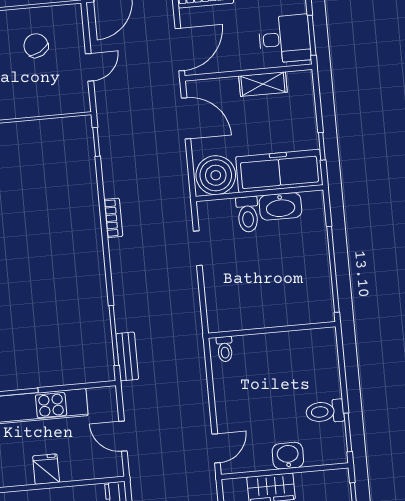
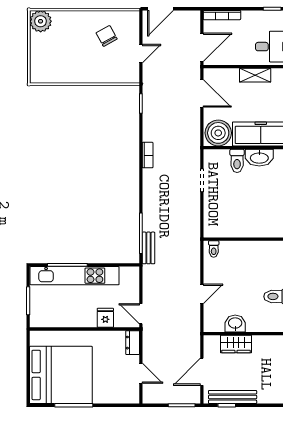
door: (123, 436) -> (141, 314), moved
door: (216, 448) -> (202, 294), moved
washbasin: (288, 456) -> (235, 324), moved
fridge: (46, 469) -> (105, 318), moved

